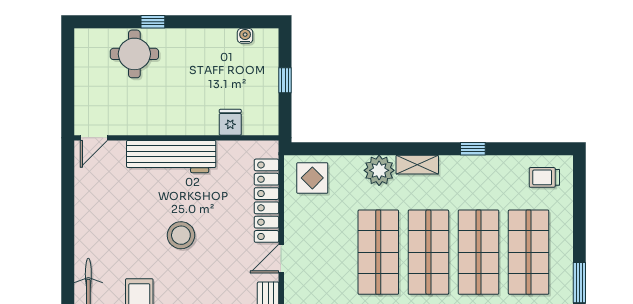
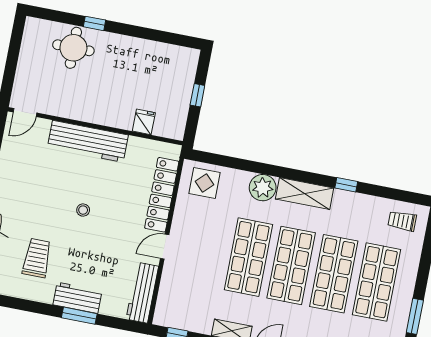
water cooler: (245, 36) -> (171, 51), removed
shelving: (417, 165) -> (305, 194), width x1.50, depth x1.33
stool: (181, 235) -> (83, 210), width x0.53, depth x0.53

